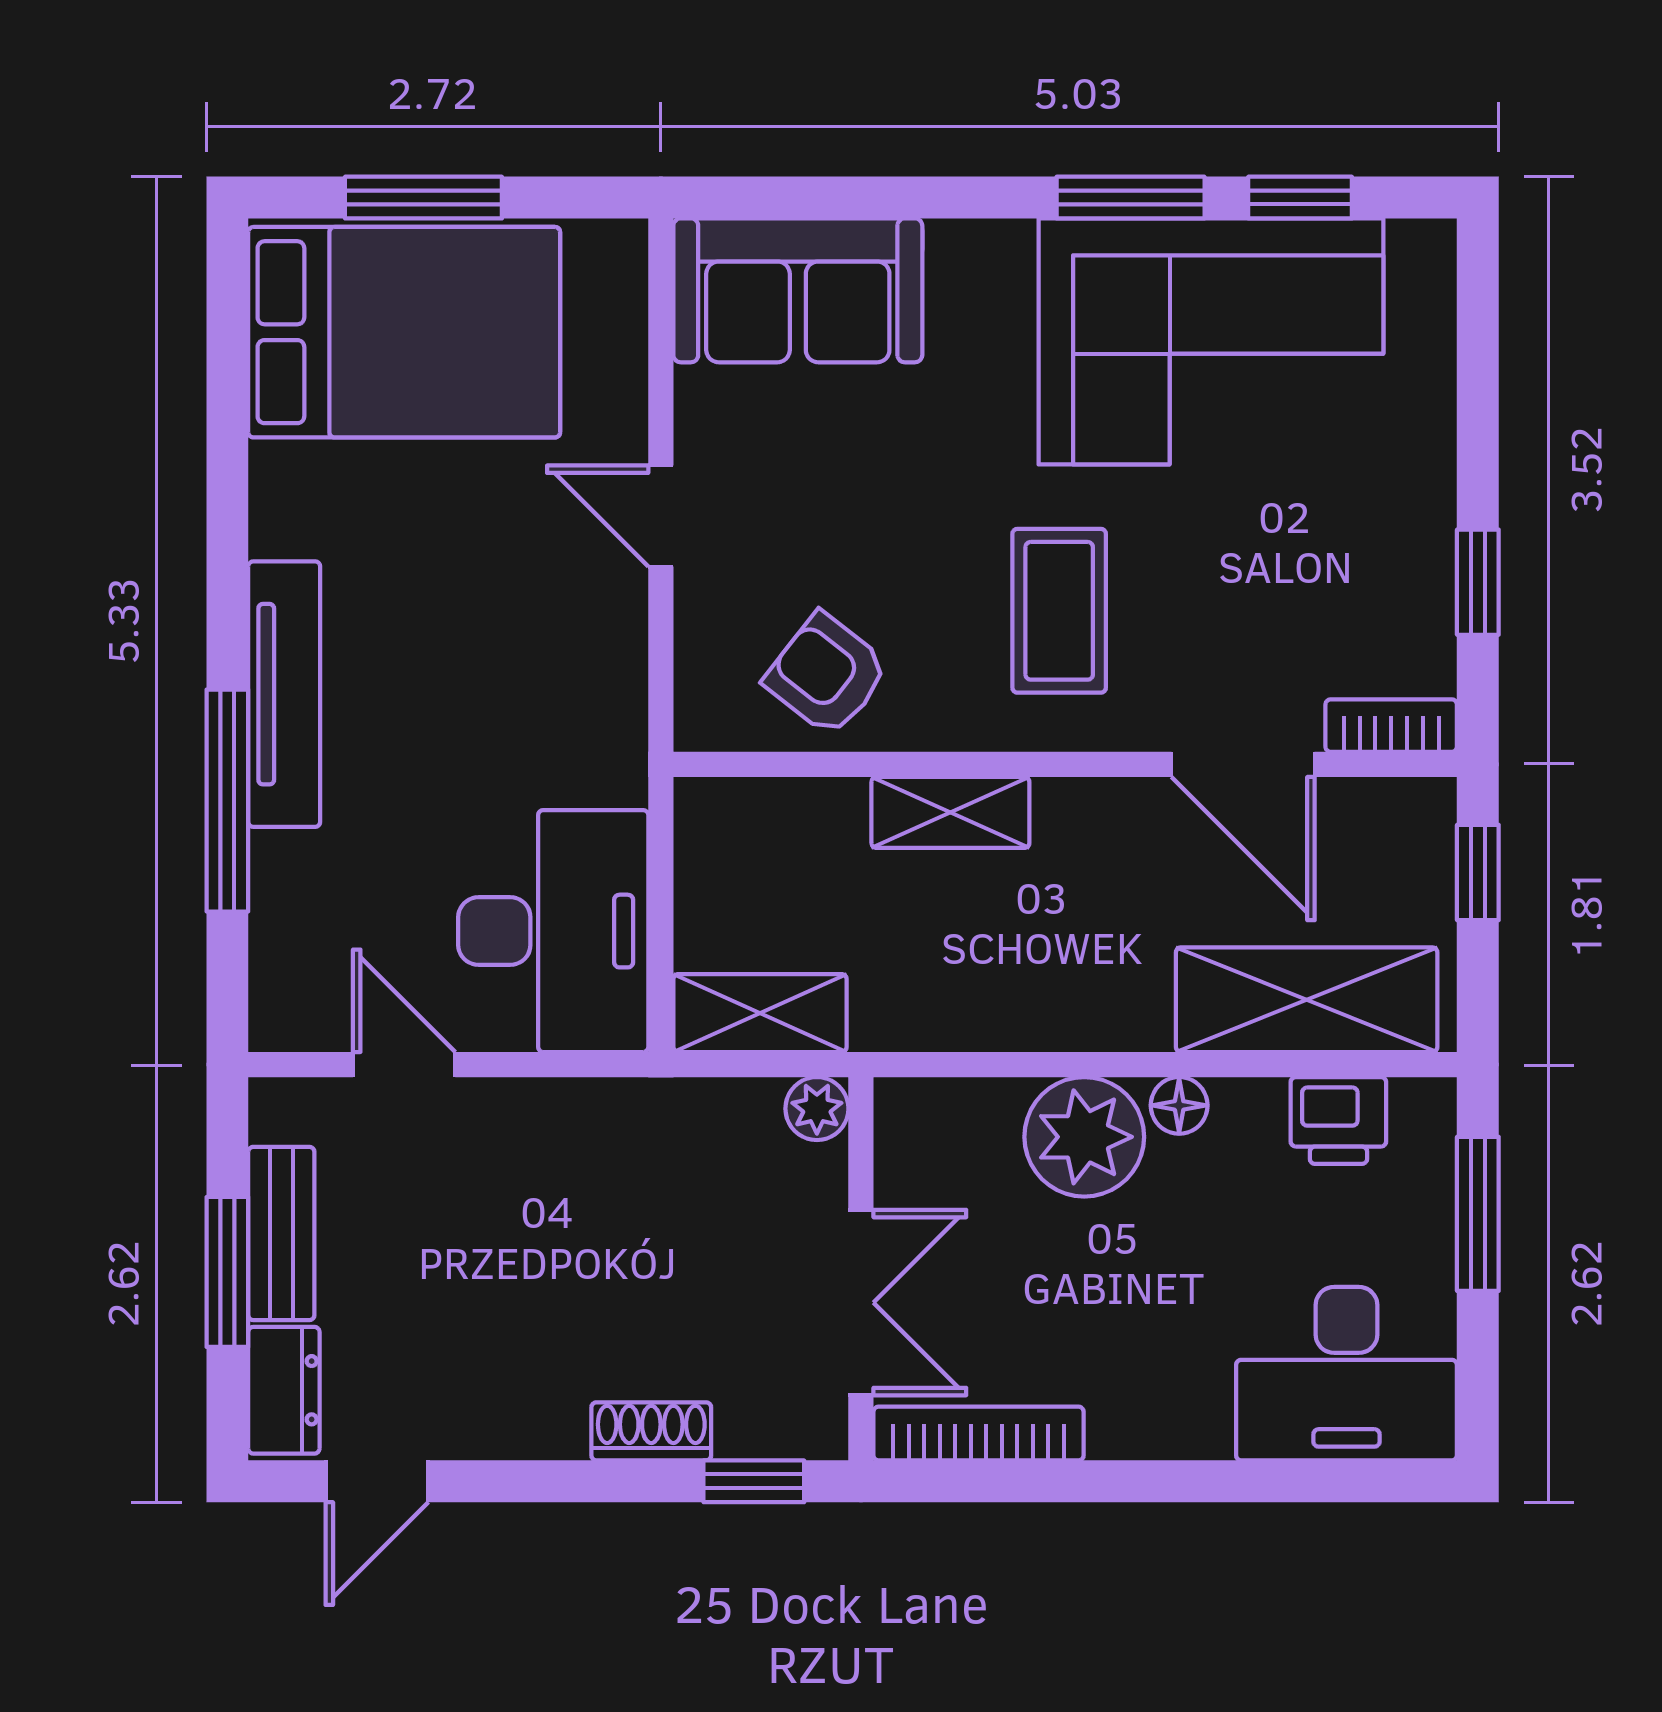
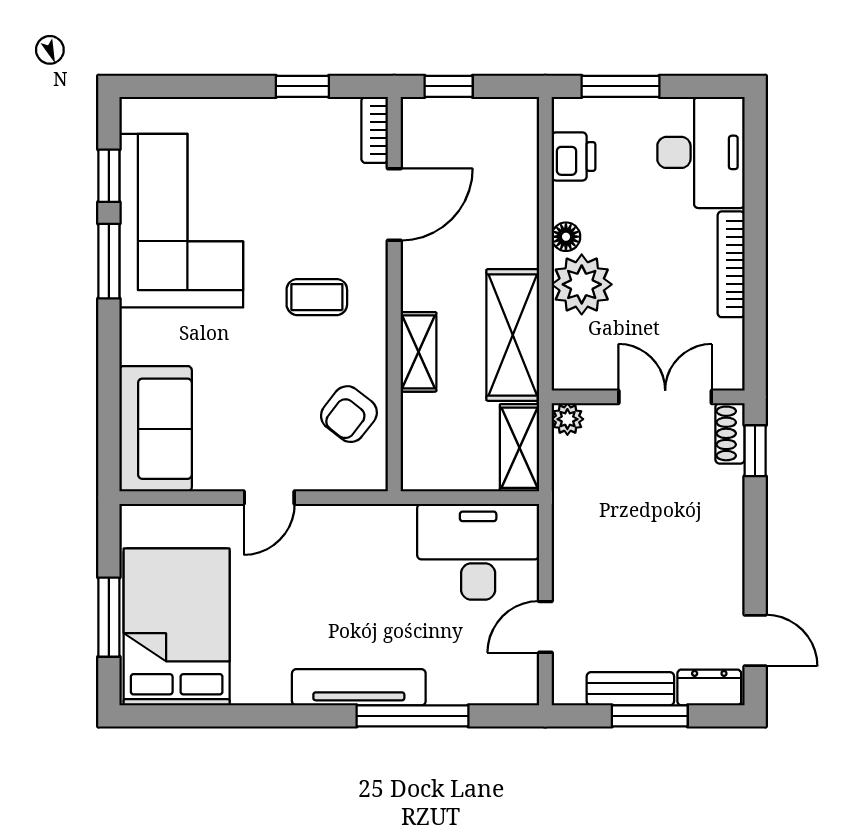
coffee table: (1059, 611) -> (317, 297), width x0.73, depth x0.77
shelving: (1307, 1000) -> (513, 335), moved
shoe rack: (651, 1431) -> (730, 433), moved
bookcase: (979, 1434) -> (731, 264), moved

